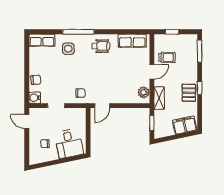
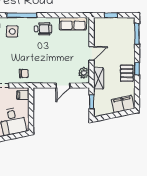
trolley: (167, 57) -> (106, 40), removed
door: (102, 106) -> (63, 85), moved
filing cabinet: (79, 116) -> (23, 95), added

